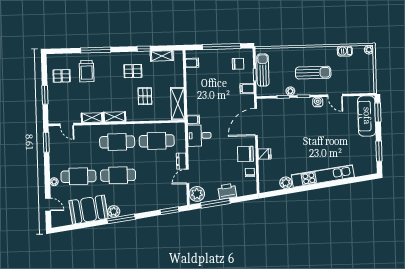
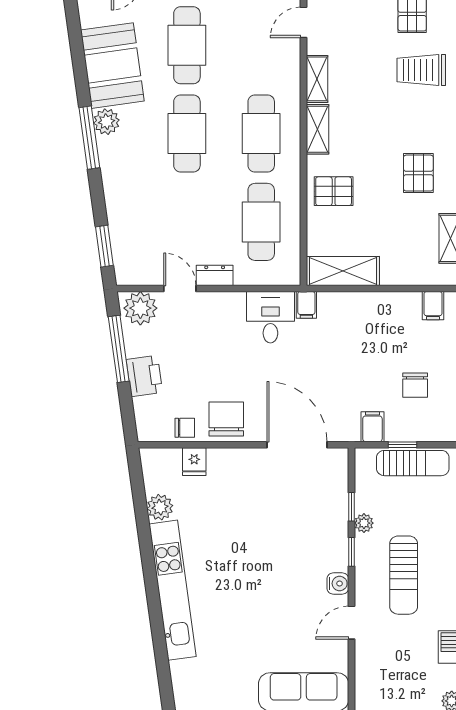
chair: (238, 64) -> (415, 385), moved
pallet: (145, 96) -> (334, 191), moved
fridge: (265, 154) -> (194, 462), moved

